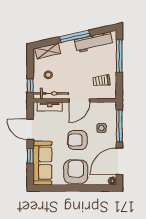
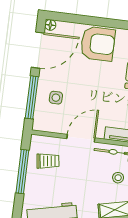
window: (119, 56) -> (22, 172), moved
armchair: (77, 140) -> (90, 86), removed
armchair: (76, 172) -> (98, 44), turned -90

